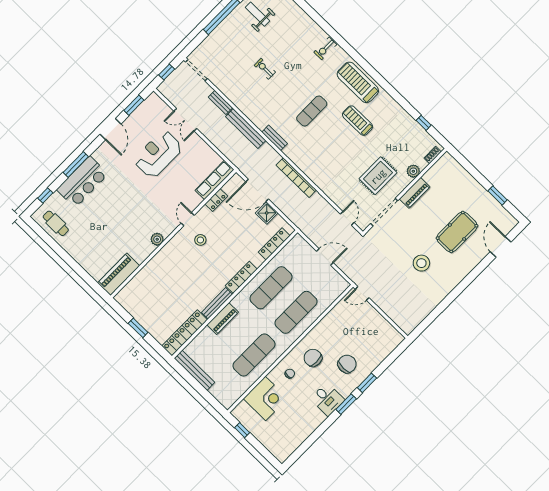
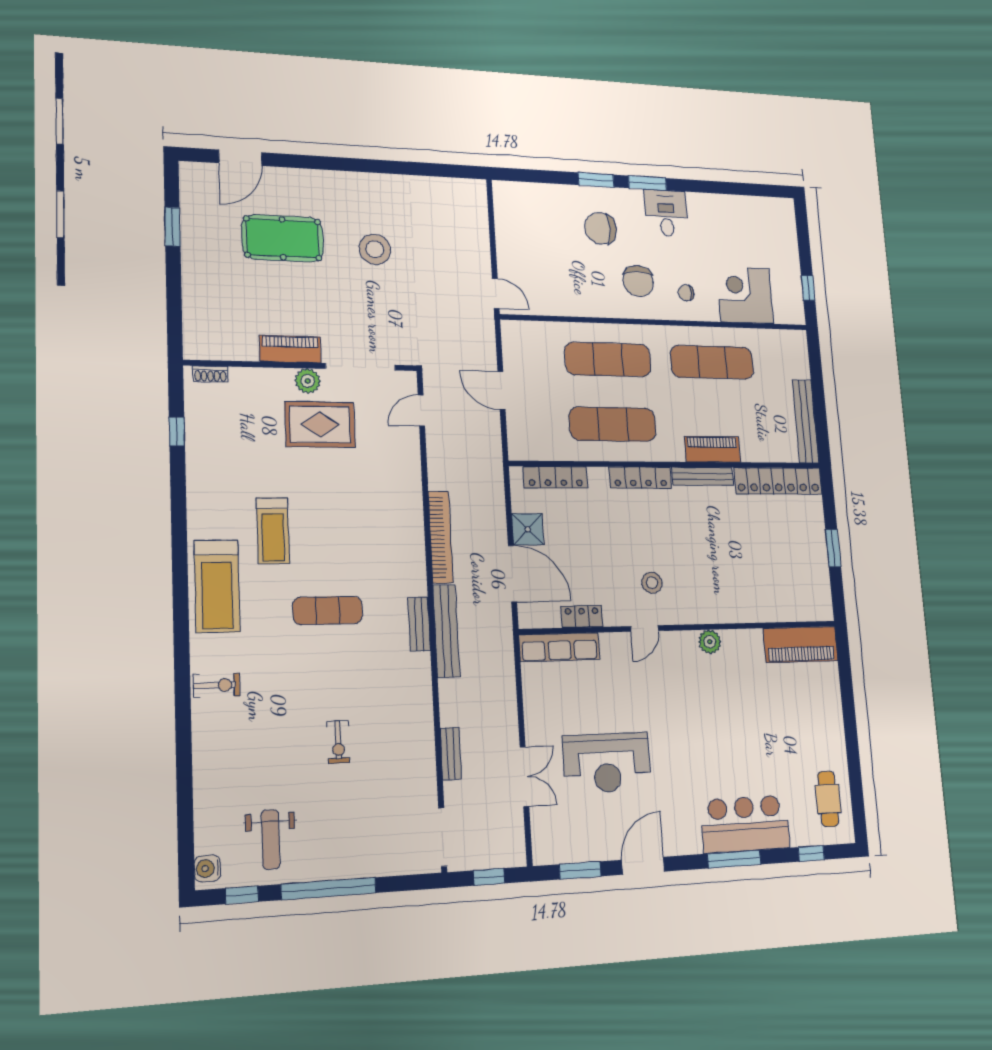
bench: (246, 129) -> (446, 631), moved
plant: (413, 171) -> (308, 381), moved

